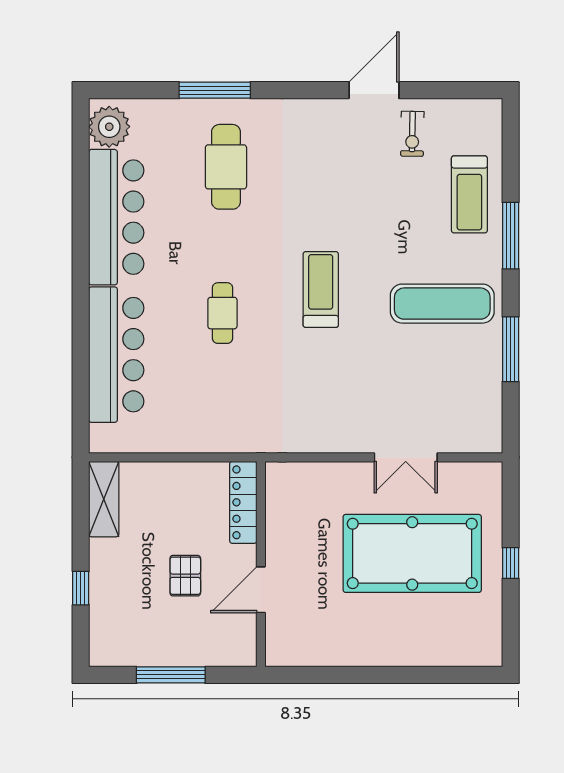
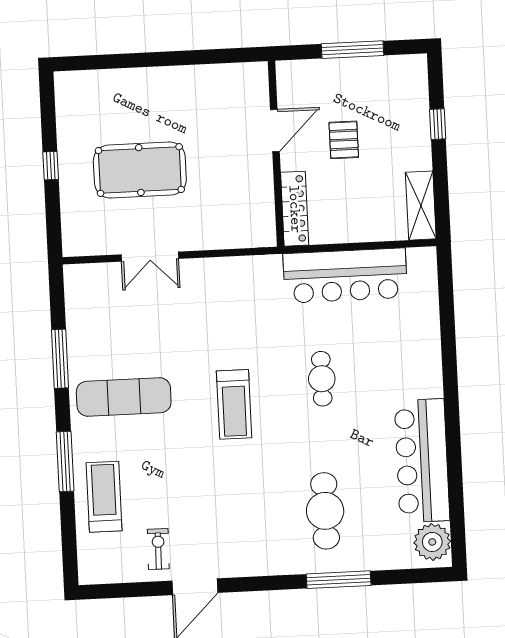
bar counter: (116, 355) -> (345, 276), moved, turned -90
double door: (406, 457) -> (150, 257), swing flipped
pool table: (412, 553) -> (140, 170), width x0.73, depth x0.76

